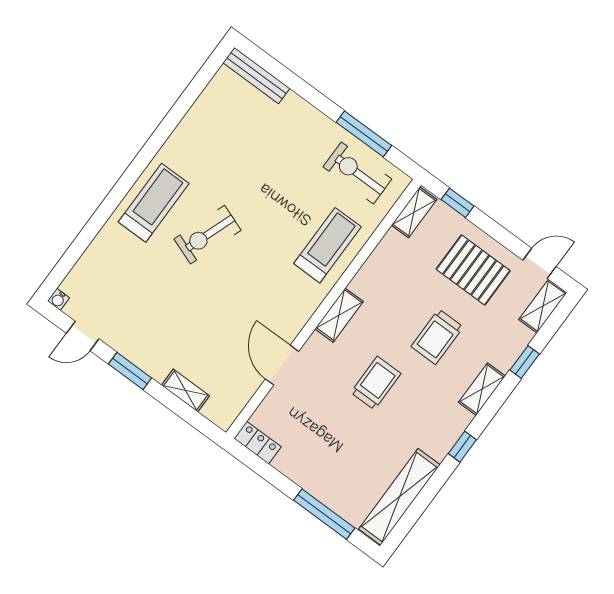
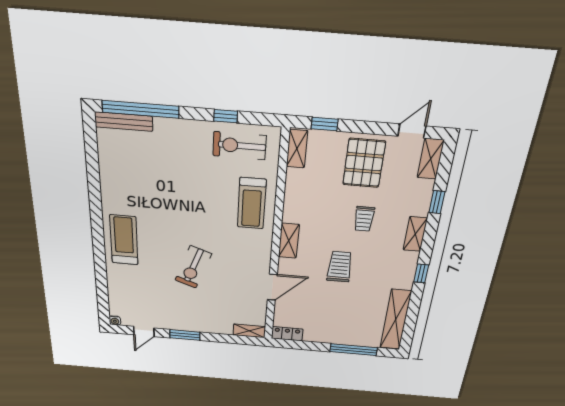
window: (283, 74) -> (141, 109), added
window: (364, 134) -> (226, 116), width x0.46
exercise bike: (208, 235) -> (193, 267), moved
treadmill: (327, 245) -> (252, 203), turned 180
pallet: (473, 270) -> (364, 163), turned 90
trolley: (437, 337) -> (364, 219), width x0.73, depth x0.72
door: (282, 365) -> (272, 287), swing flipped
shelving: (186, 390) -> (249, 331), moved

